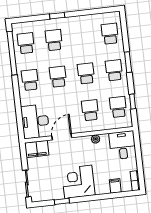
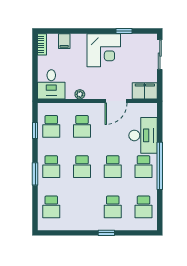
window: (12, 53) -> (160, 166), moved
desk: (35, 121) -> (143, 135), moved

